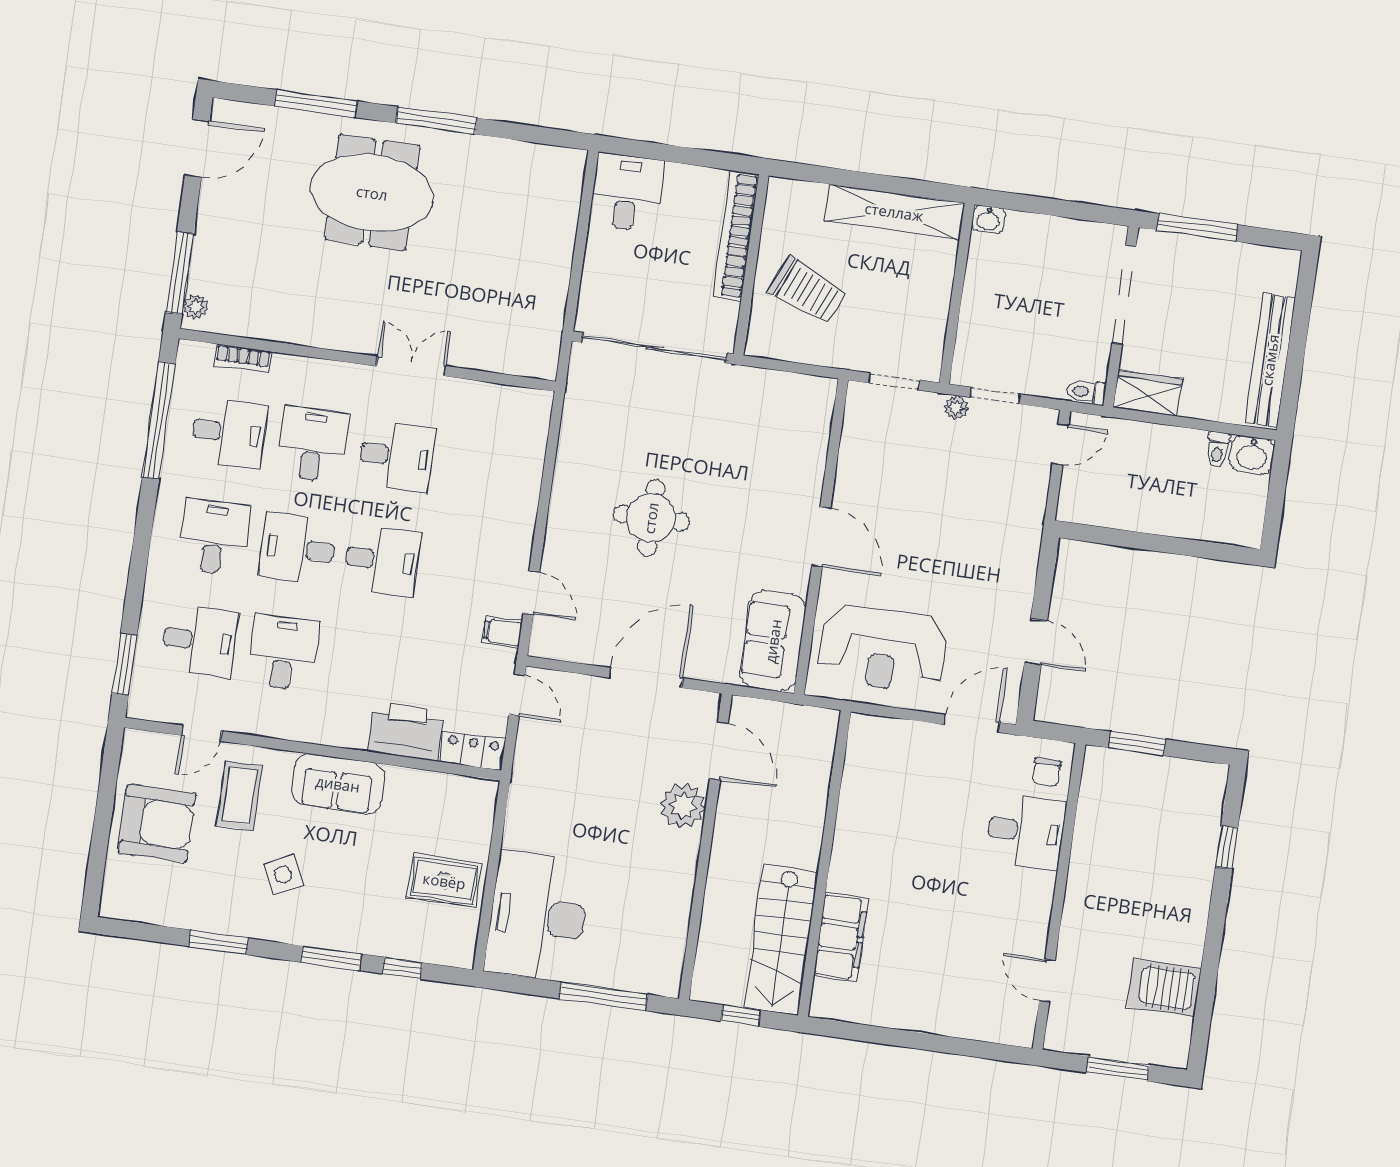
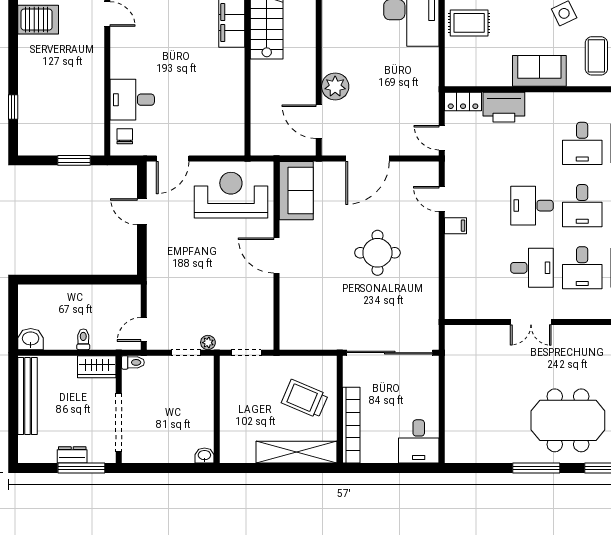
shelving: (894, 212) -> (297, 452), moved
dresser: (1209, 252) -> (72, 455), added
toilet: (1218, 450) -> (83, 339), moved
desk: (397, 456) -> (532, 268), turned 180
desk: (298, 549) -> (582, 206), turned 90
filing cabinet: (502, 632) -> (455, 226), moved

